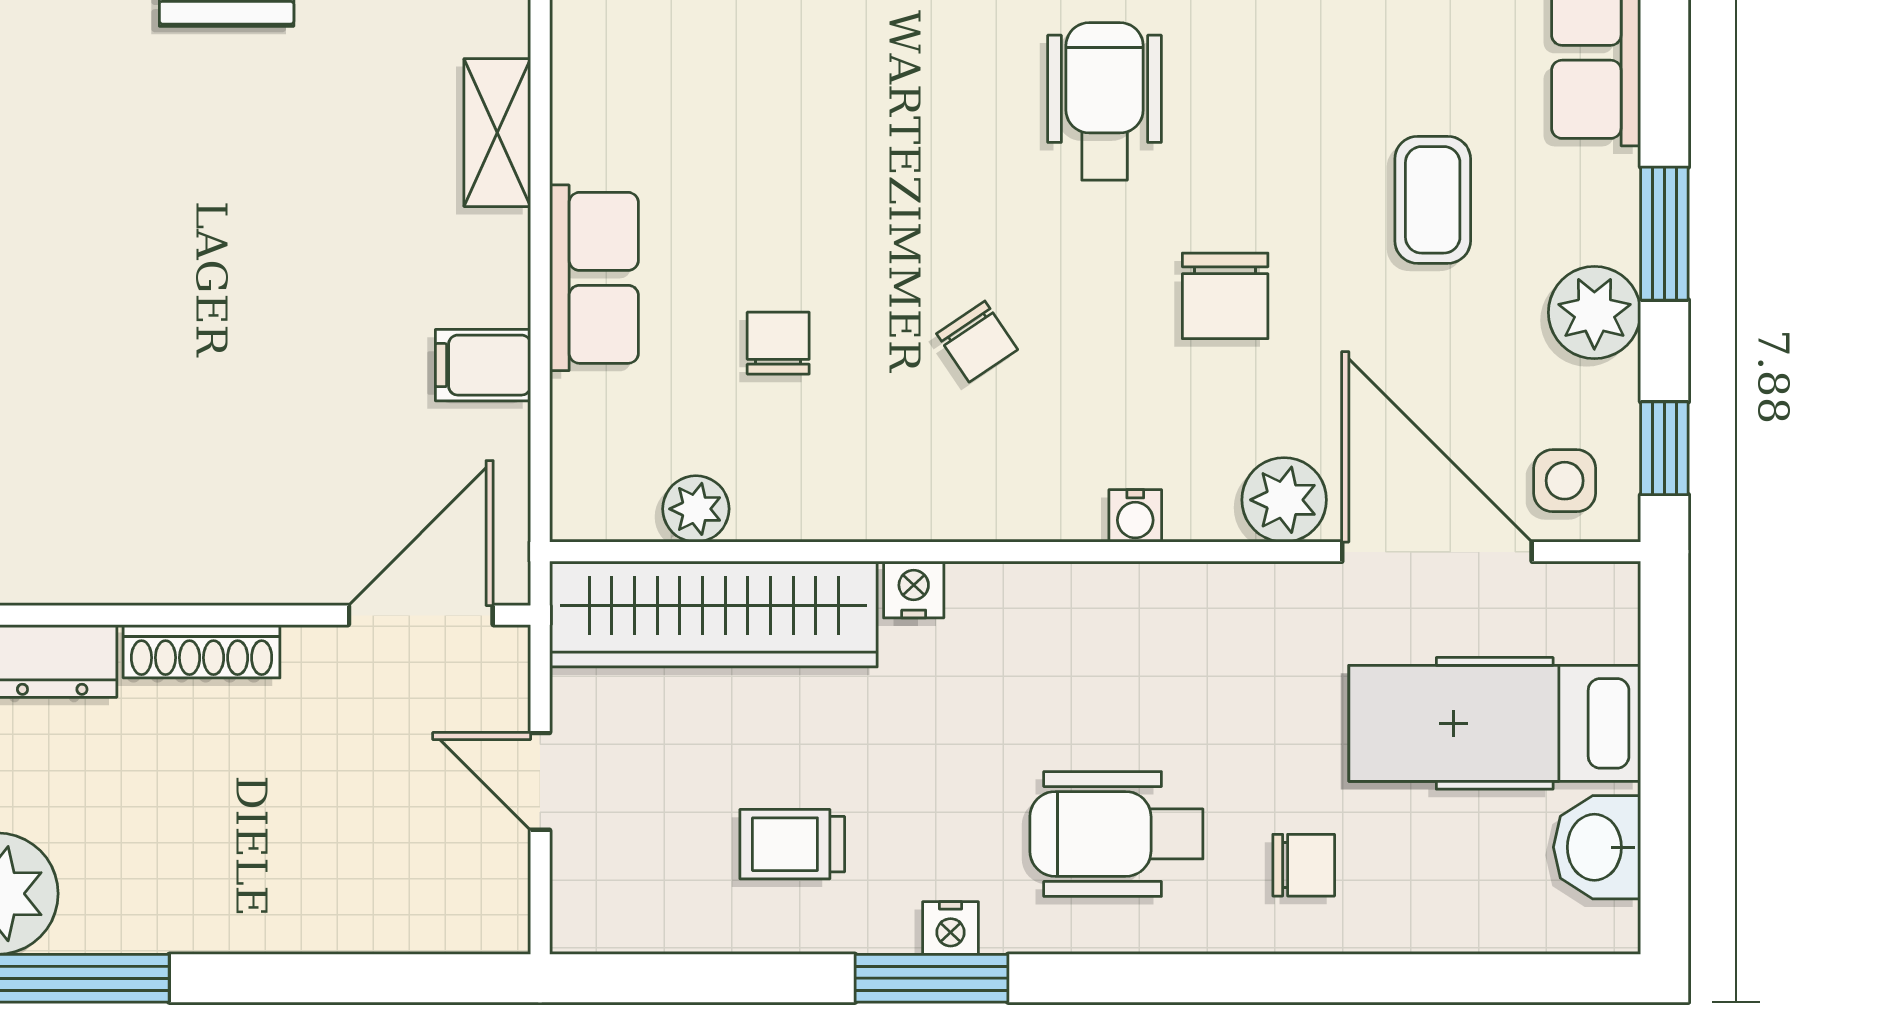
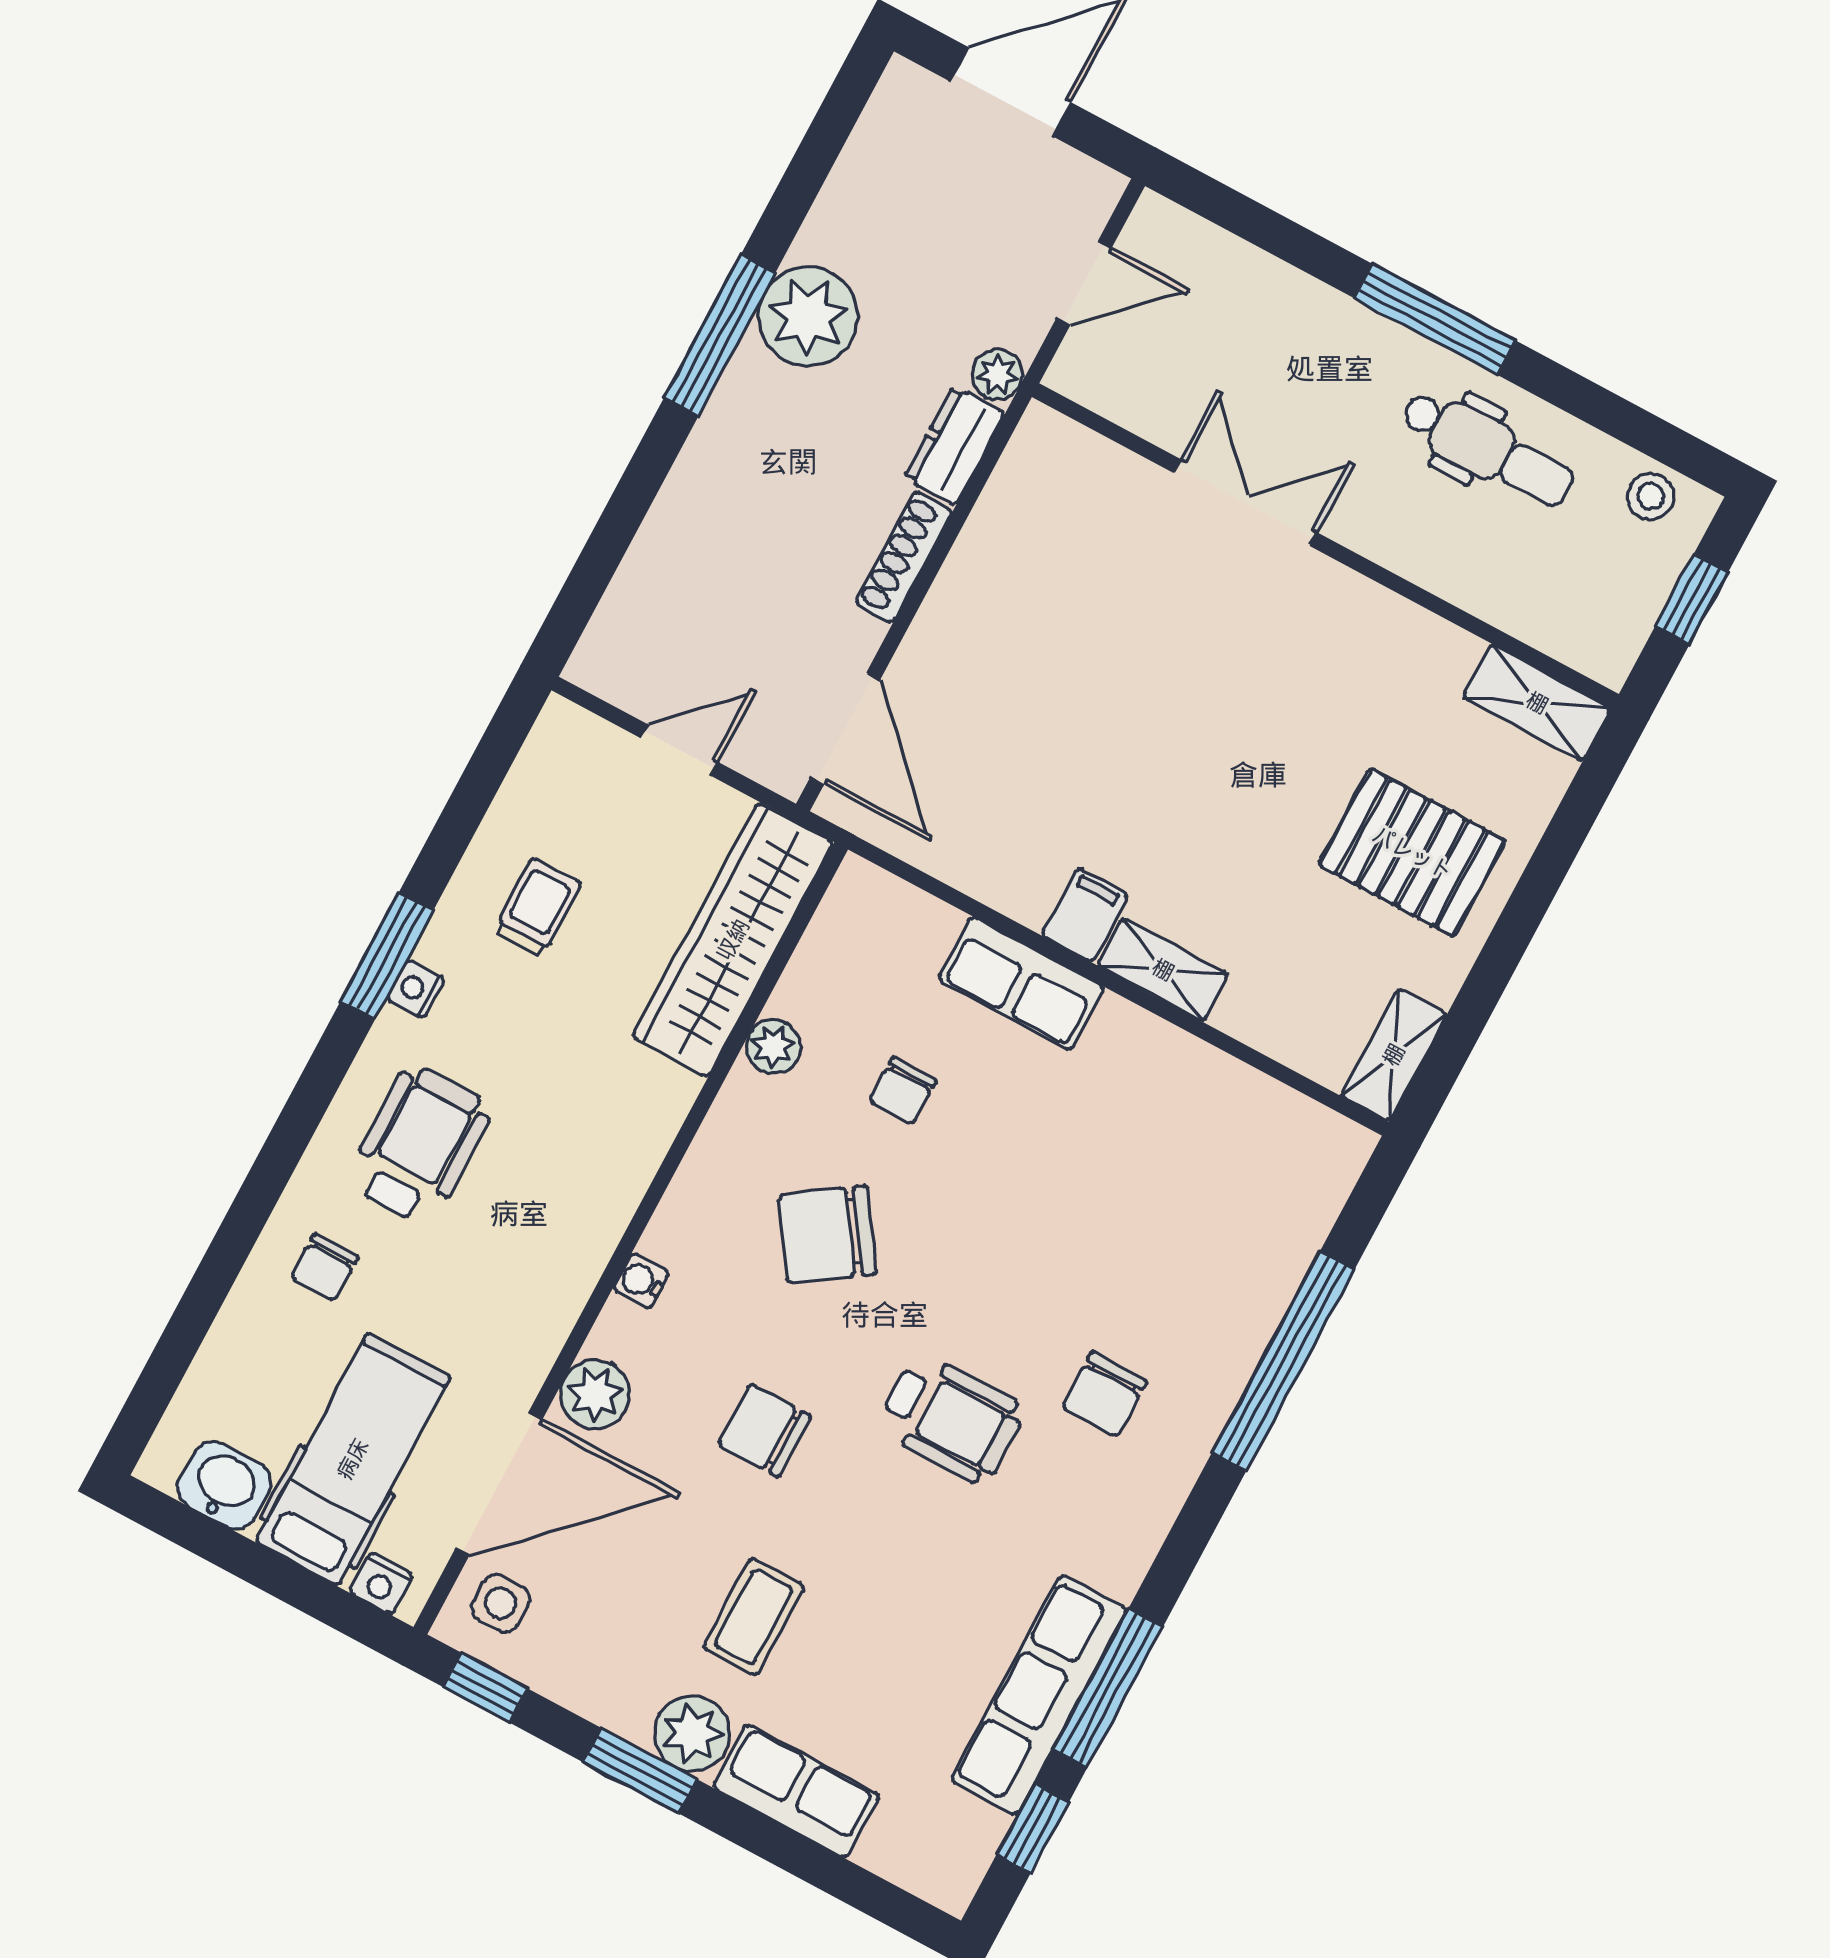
coffee table: (1433, 200) -> (754, 1617), turned 90
plant: (1594, 313) -> (692, 1734), moved
chair: (977, 342) -> (827, 1234), width x1.87, depth x1.87
chair: (778, 343) -> (903, 1091), turned 90
filing cabinet: (483, 365) -> (1085, 915), moved
plant: (696, 509) -> (773, 1047), moved
nightstand: (914, 590) -> (381, 1584), moved, turned 90

